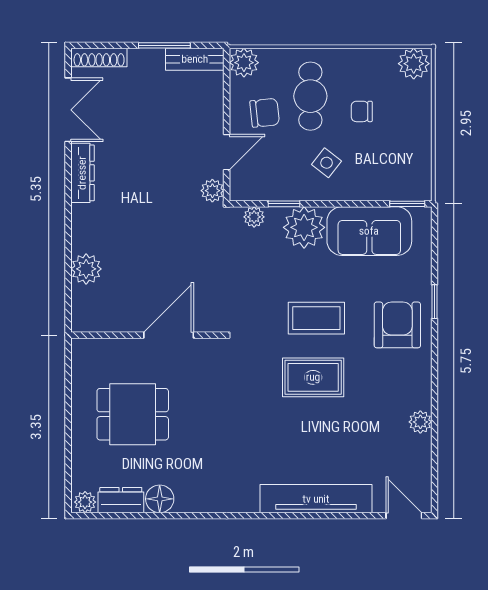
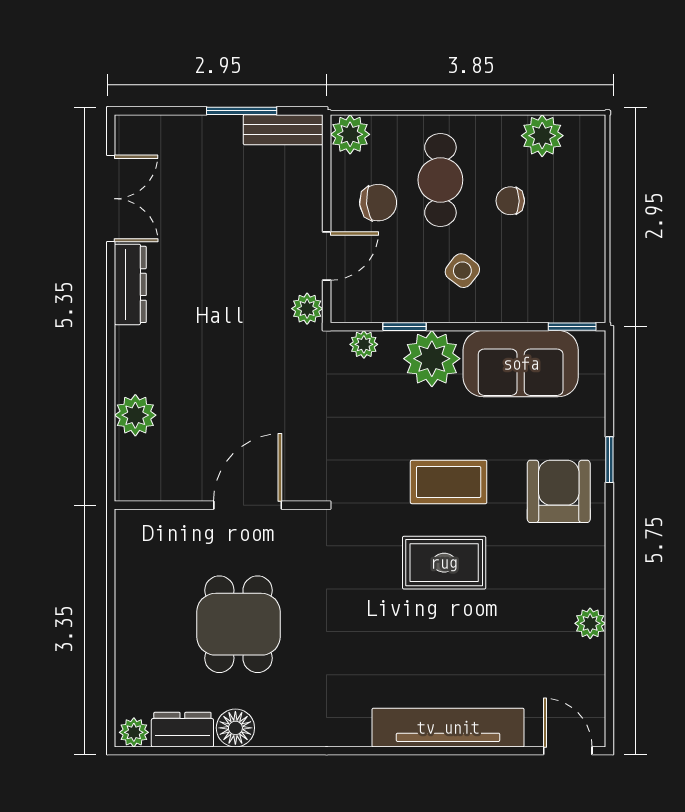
shoe rack: (99, 57) -> (153, 127), removed
plant: (414, 64) -> (542, 136), moved
dining table: (133, 414) -> (238, 624), moved, turned 90

